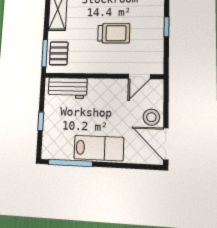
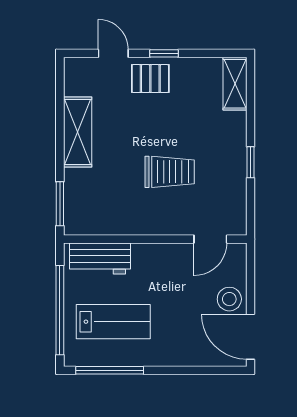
pallet: (59, 53) -> (83, 204), removed
window: (41, 121) -> (60, 310), width x3.17
lab bench: (99, 148) -> (113, 322), moved

